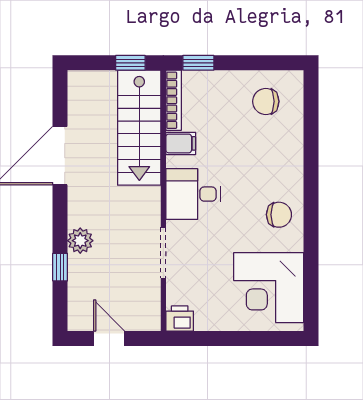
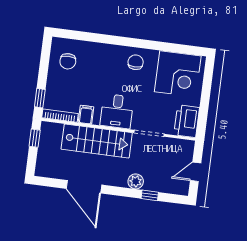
stairs: (139, 128) -> (97, 141), moved
printer: (180, 319) -> (187, 121), width x1.87, depth x1.48

